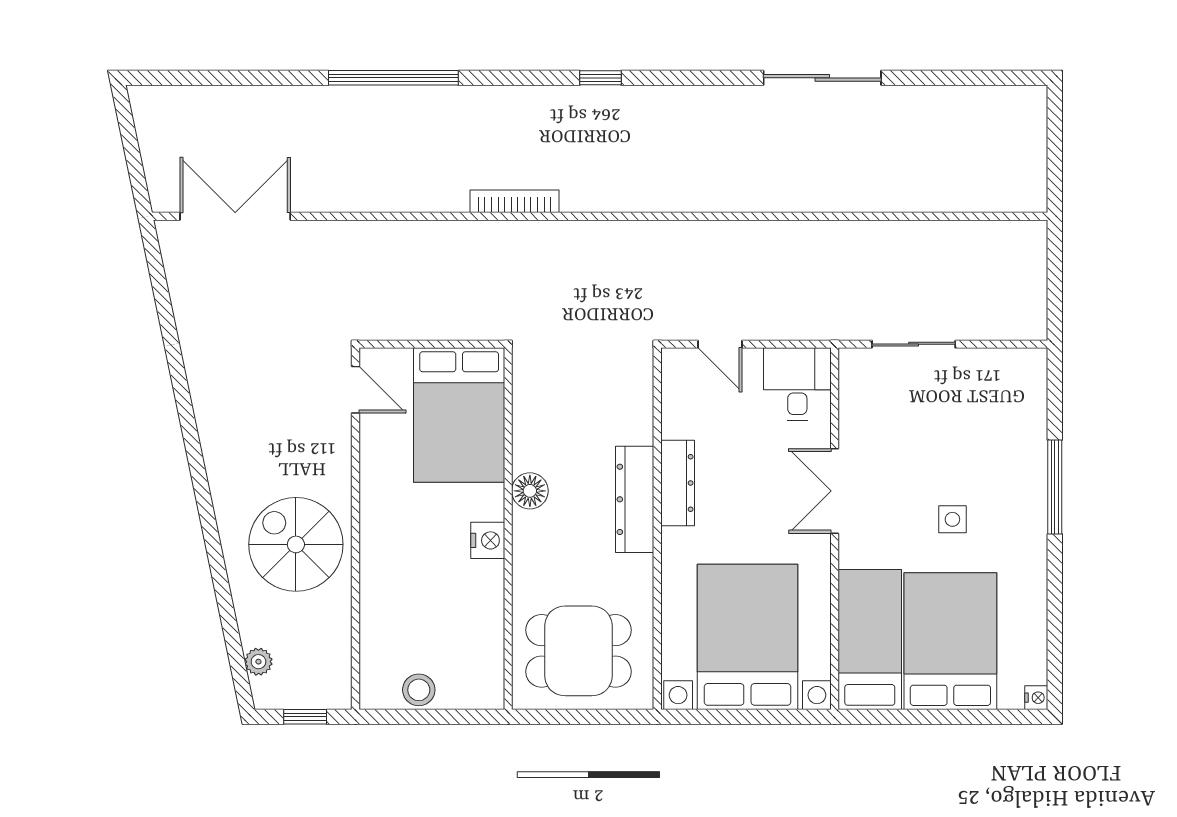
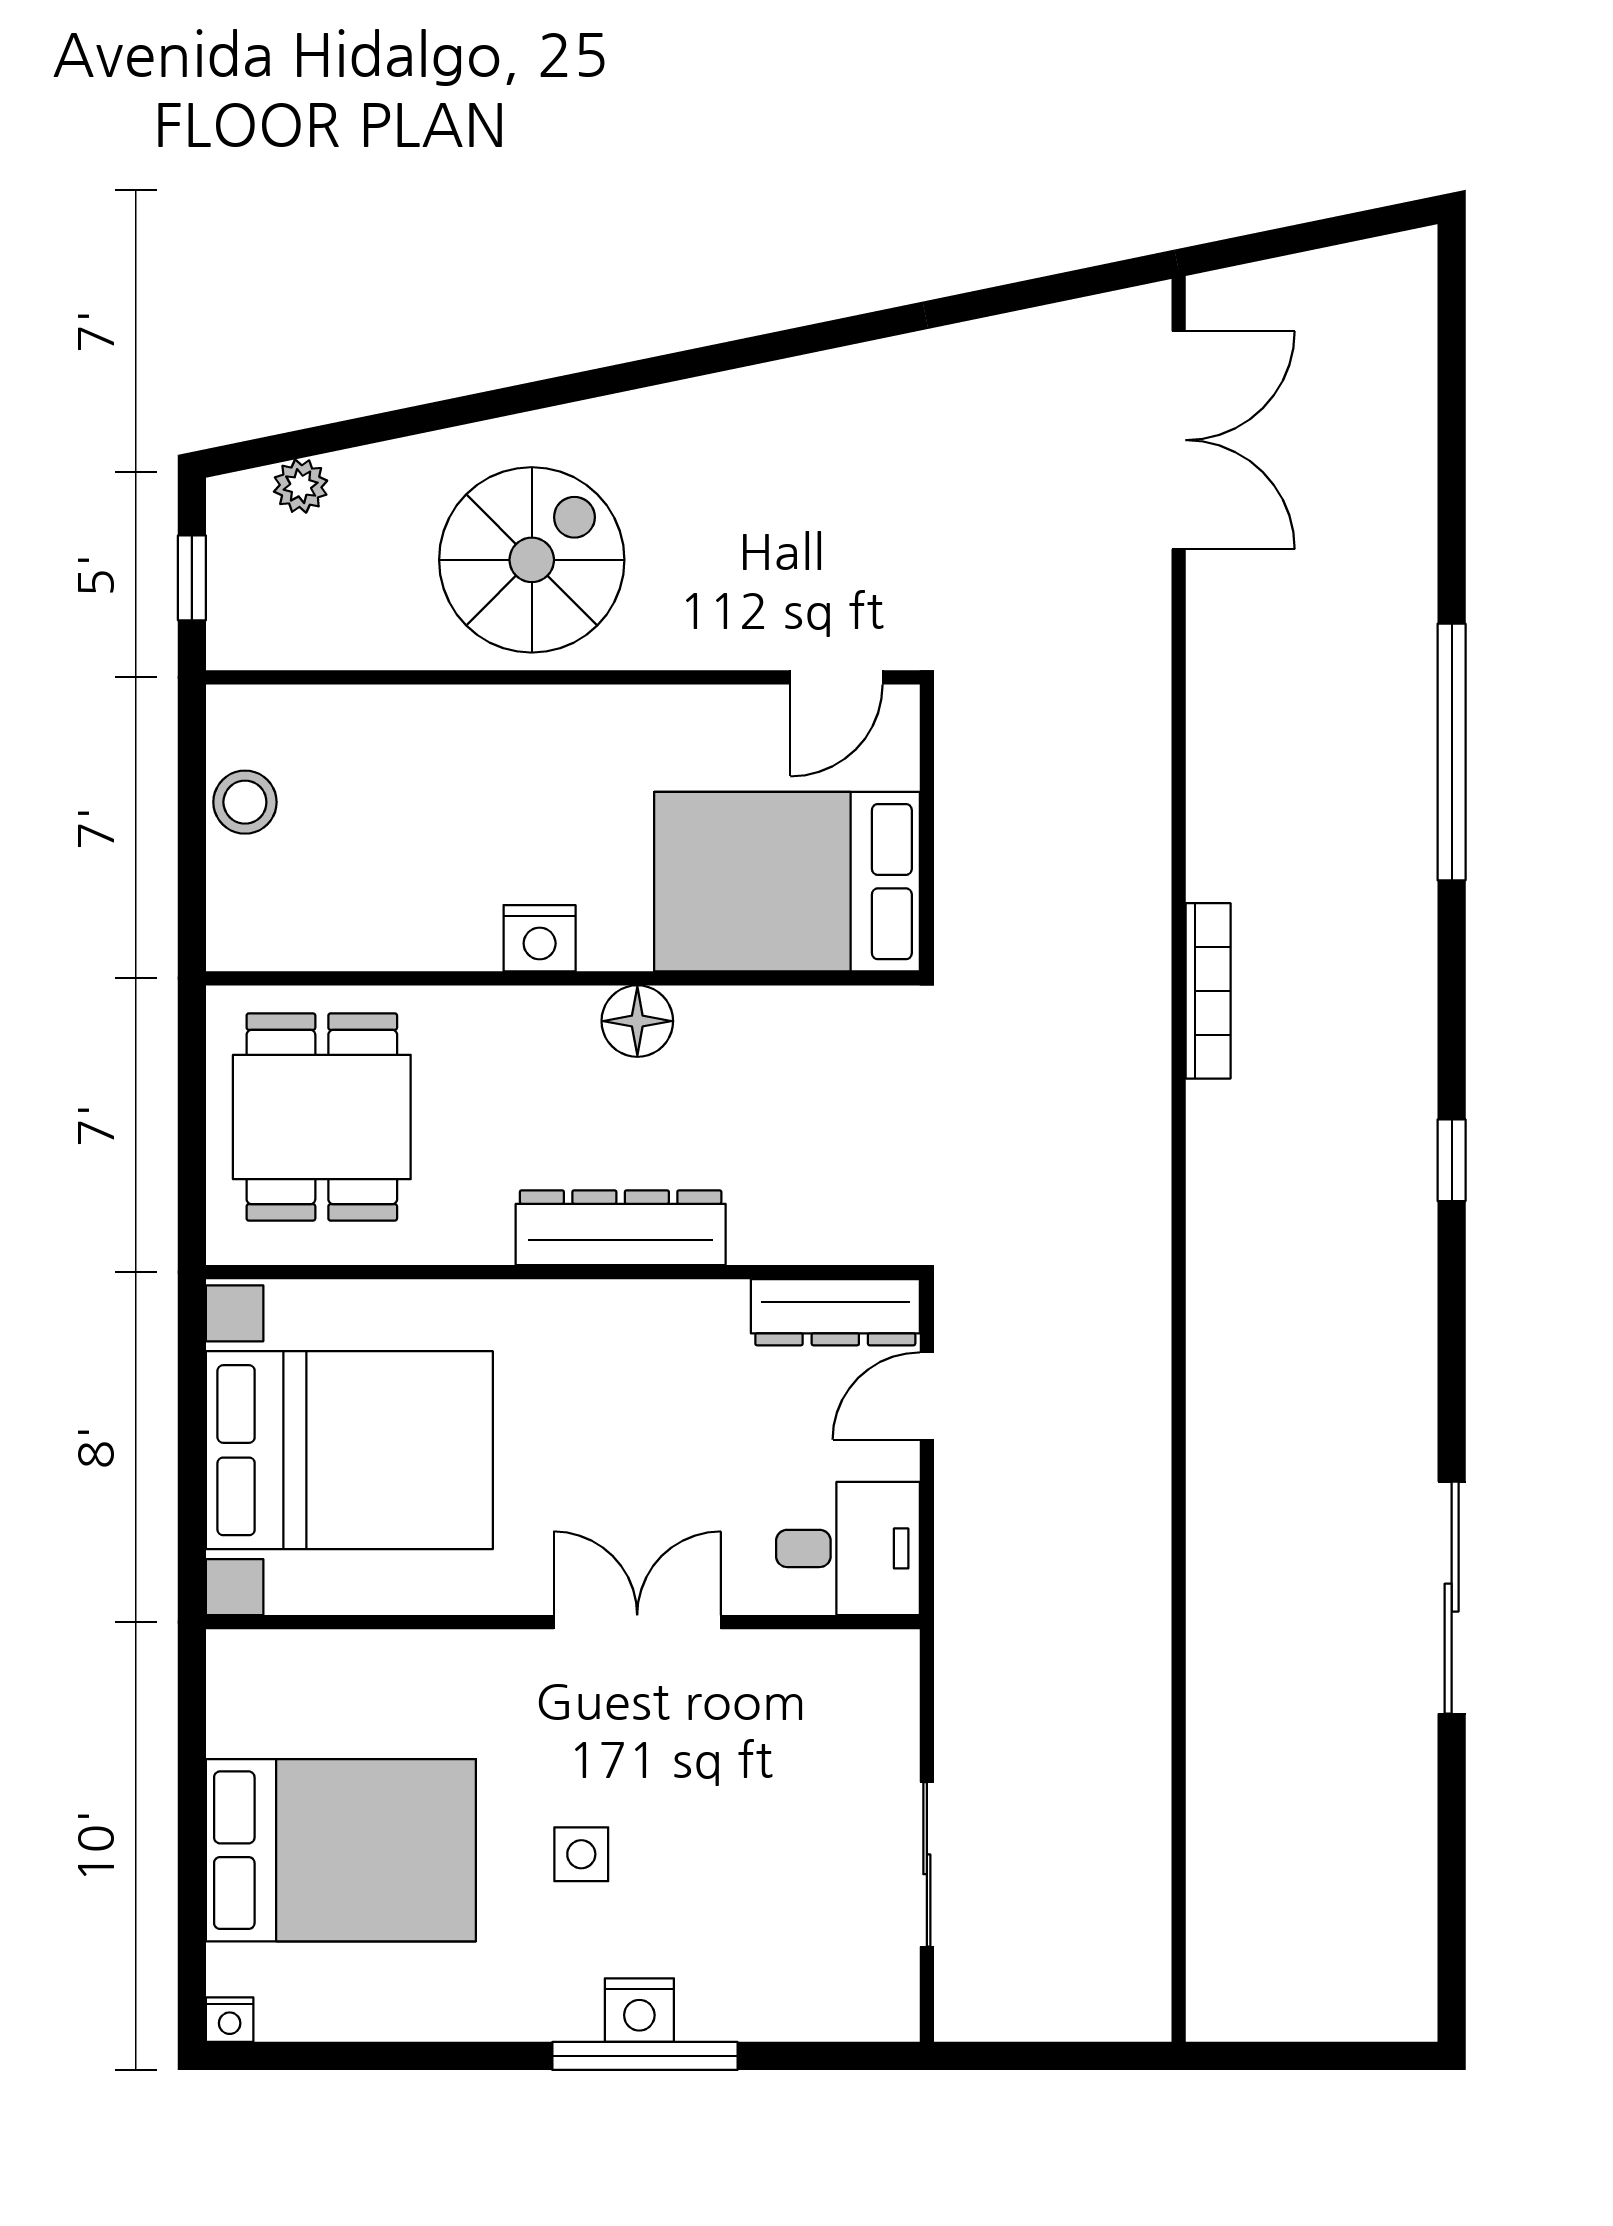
sliding door: (914, 344) -> (927, 1864), moved
dresser: (678, 483) -> (835, 1312), moved
nightstand: (1032, 490) -> (639, 2010), added
bed: (870, 640) -> (344, 1691), removed

